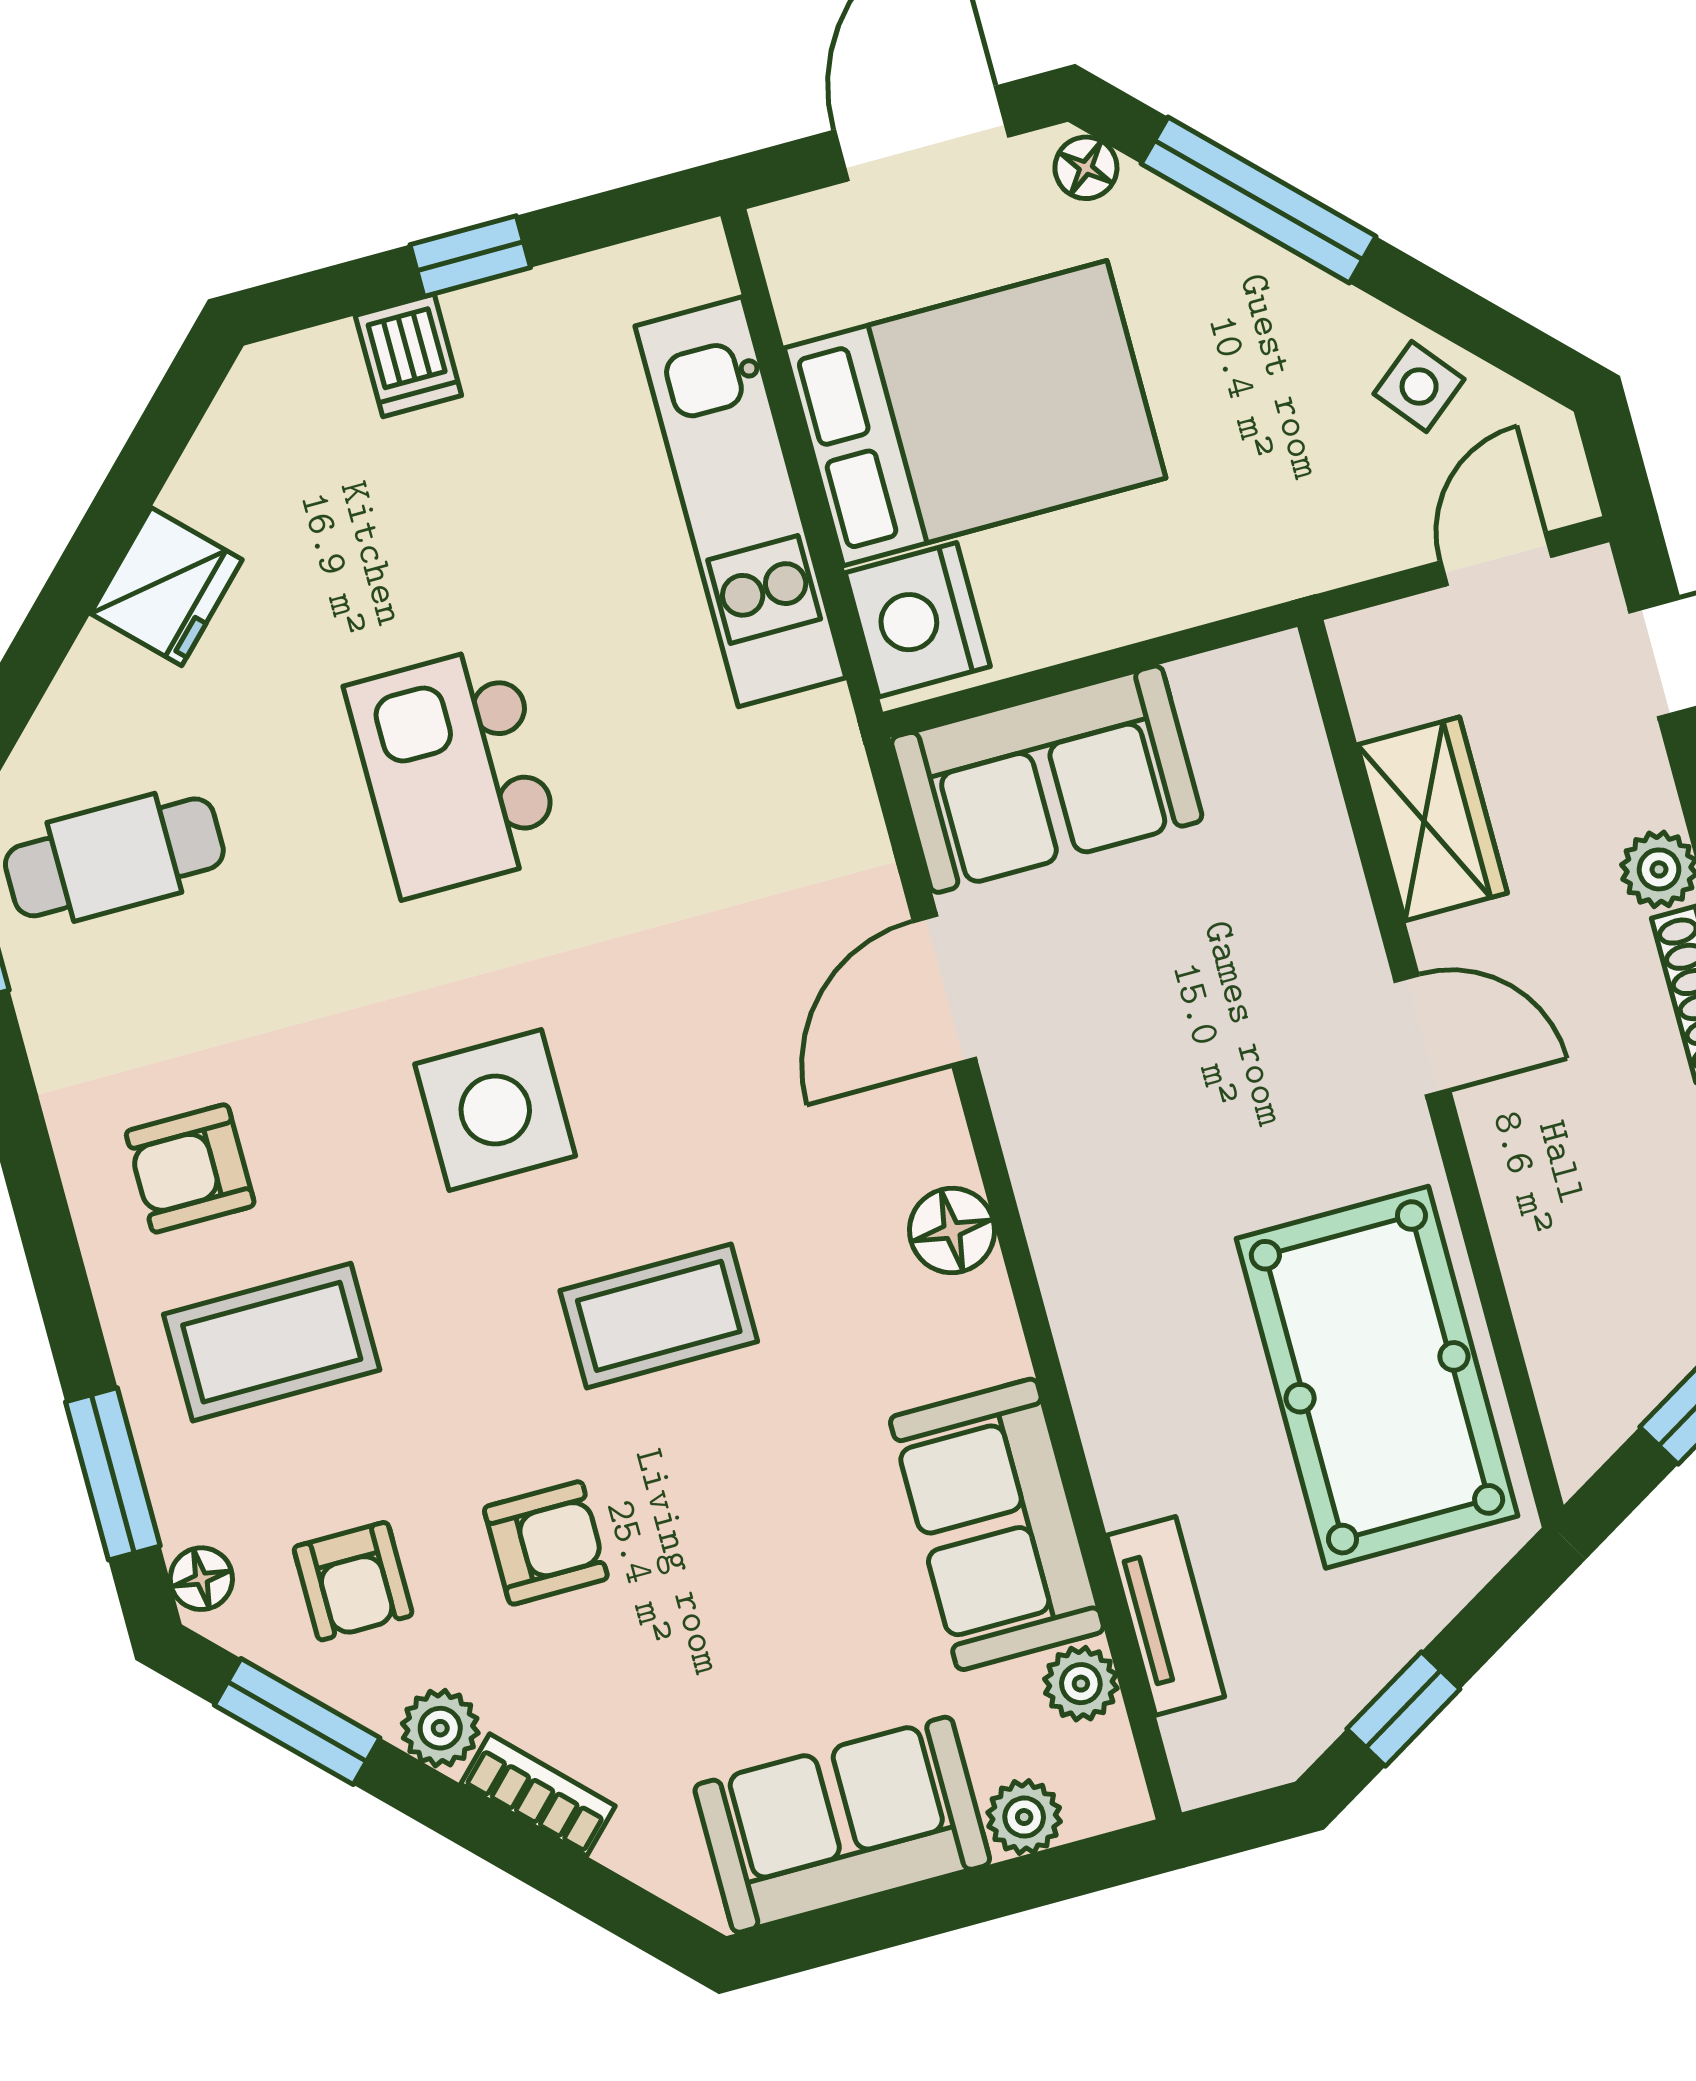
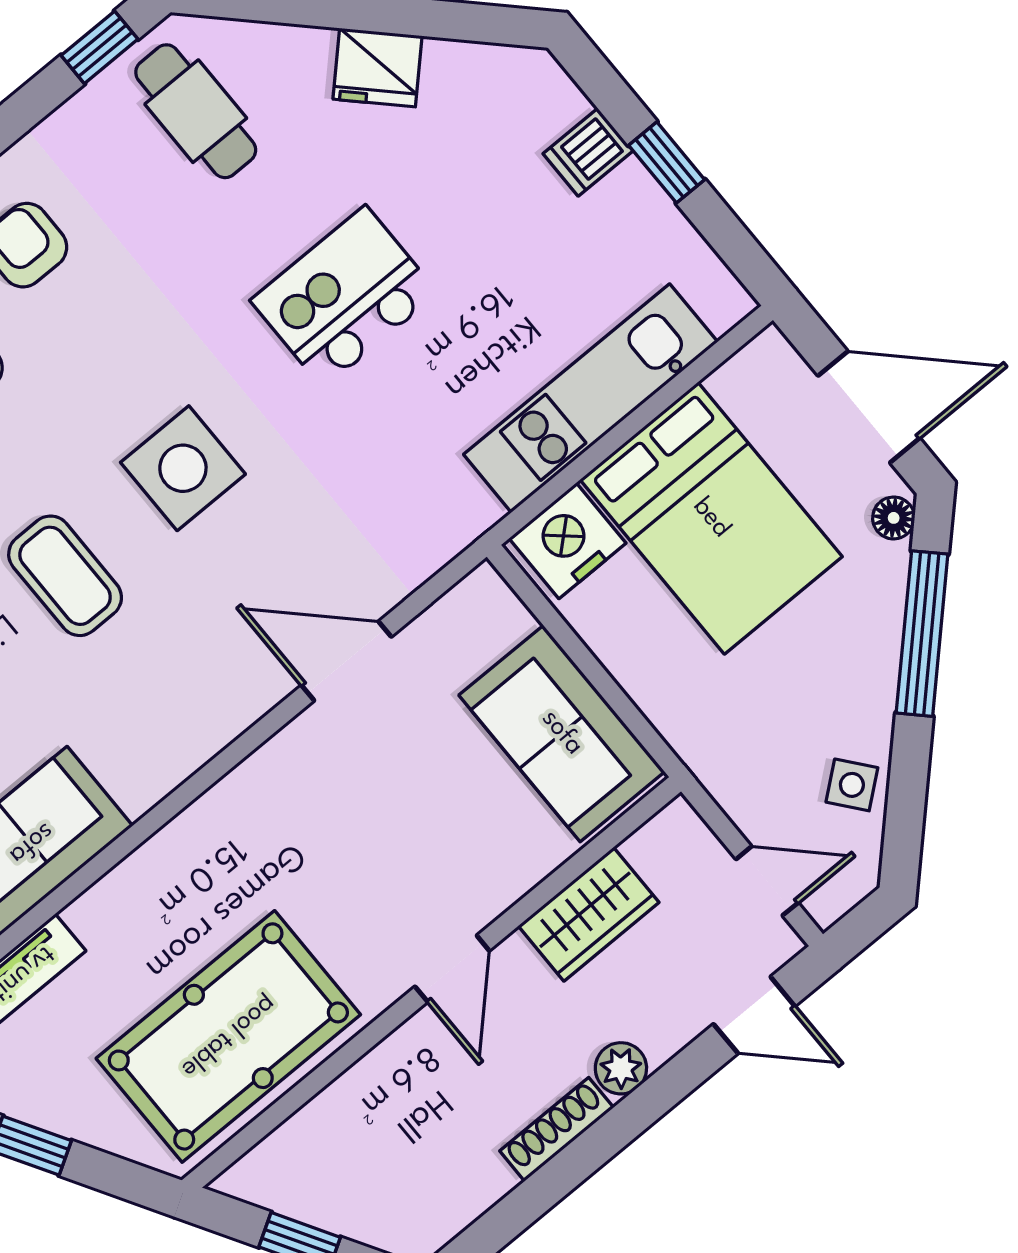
sofa: (1047, 779) -> (562, 733), moved
side table: (495, 1110) -> (183, 468), moved
floor lamp: (952, 1230) -> (200, 733), removed

